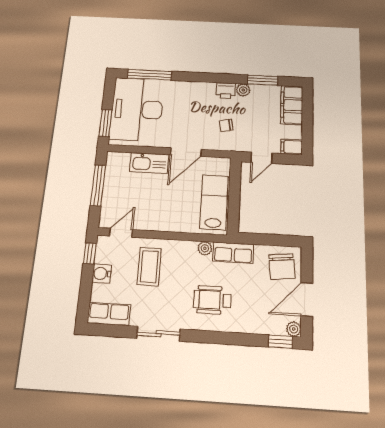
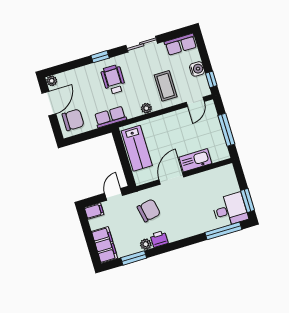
desk: (137, 109) -> (230, 210), width x0.53, depth x0.77
window: (105, 123) -> (248, 200), moved
chair: (226, 125) -> (149, 210), width x1.87, depth x1.87
plant: (205, 248) -> (146, 108), moved
chair: (282, 266) -> (73, 120), turned 96
wheelchair: (212, 300) -> (113, 80), turned -90
window: (280, 342) -> (100, 57), moved

